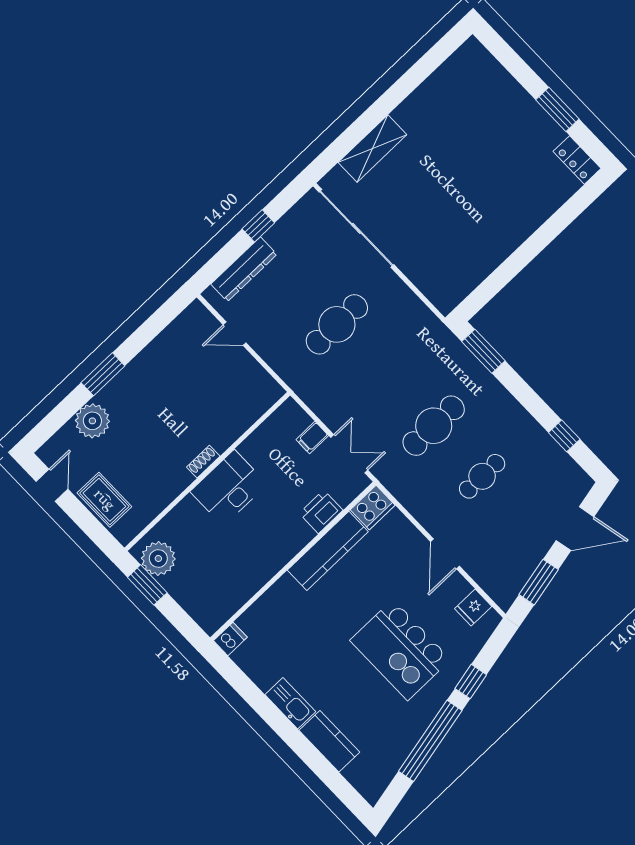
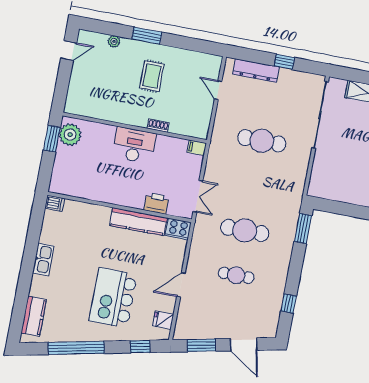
plant: (92, 421) -> (114, 41), width x0.53, depth x0.53
filing cabinet: (312, 438) -> (197, 148), moved
shoe rack: (203, 462) -> (158, 126), moved
rug: (104, 500) -> (152, 76), moved
window: (471, 682) -> (140, 347), moved
kitchen counter: (329, 741) -> (34, 316), moved

